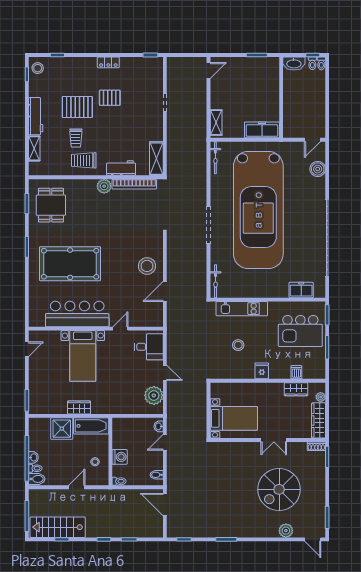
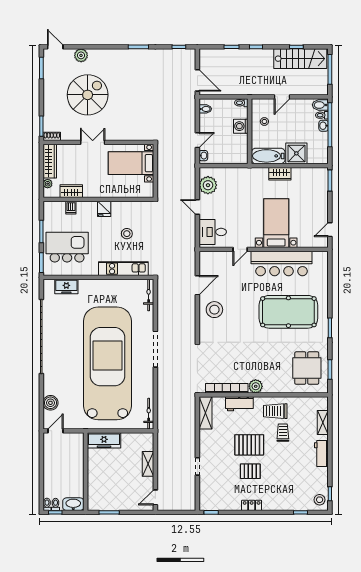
pallet: (77, 107) -> (249, 445), moved
workbench: (36, 116) -> (321, 454), width x0.73
shelving: (216, 123) -> (148, 464), moved
trolley: (84, 160) -> (275, 411), turned 180

